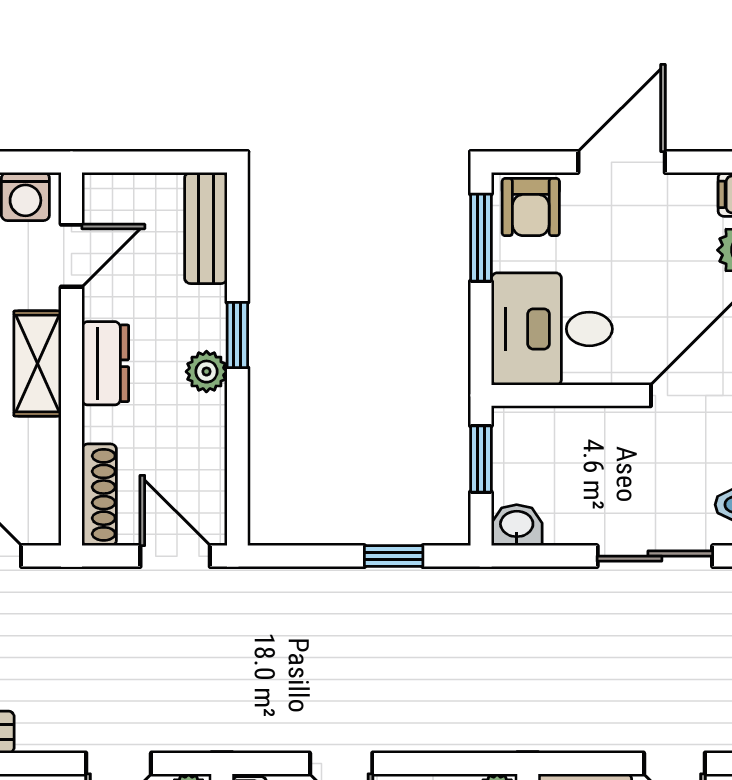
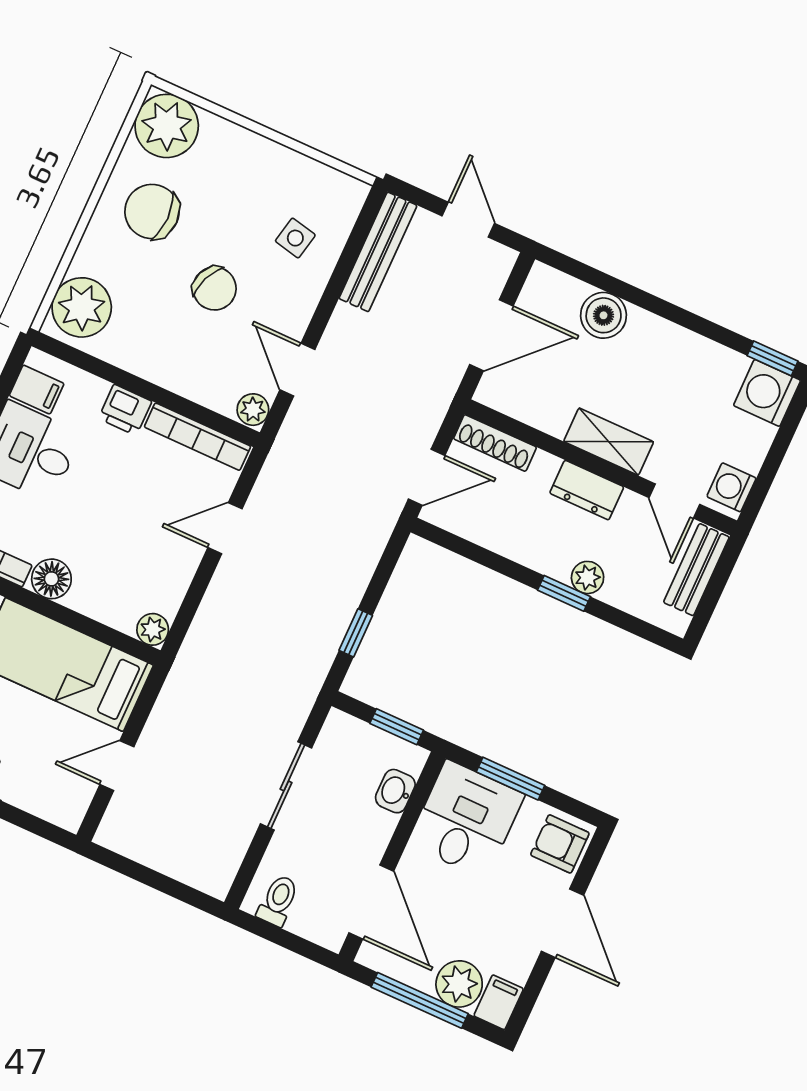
bench: (206, 228) -> (696, 570), moved, turned 90
window: (481, 238) -> (510, 779), moved
plant: (206, 372) -> (588, 577), moved
washbasin: (517, 525) -> (395, 791), moved, turned 180
sliding door: (655, 556) -> (286, 786), moved

